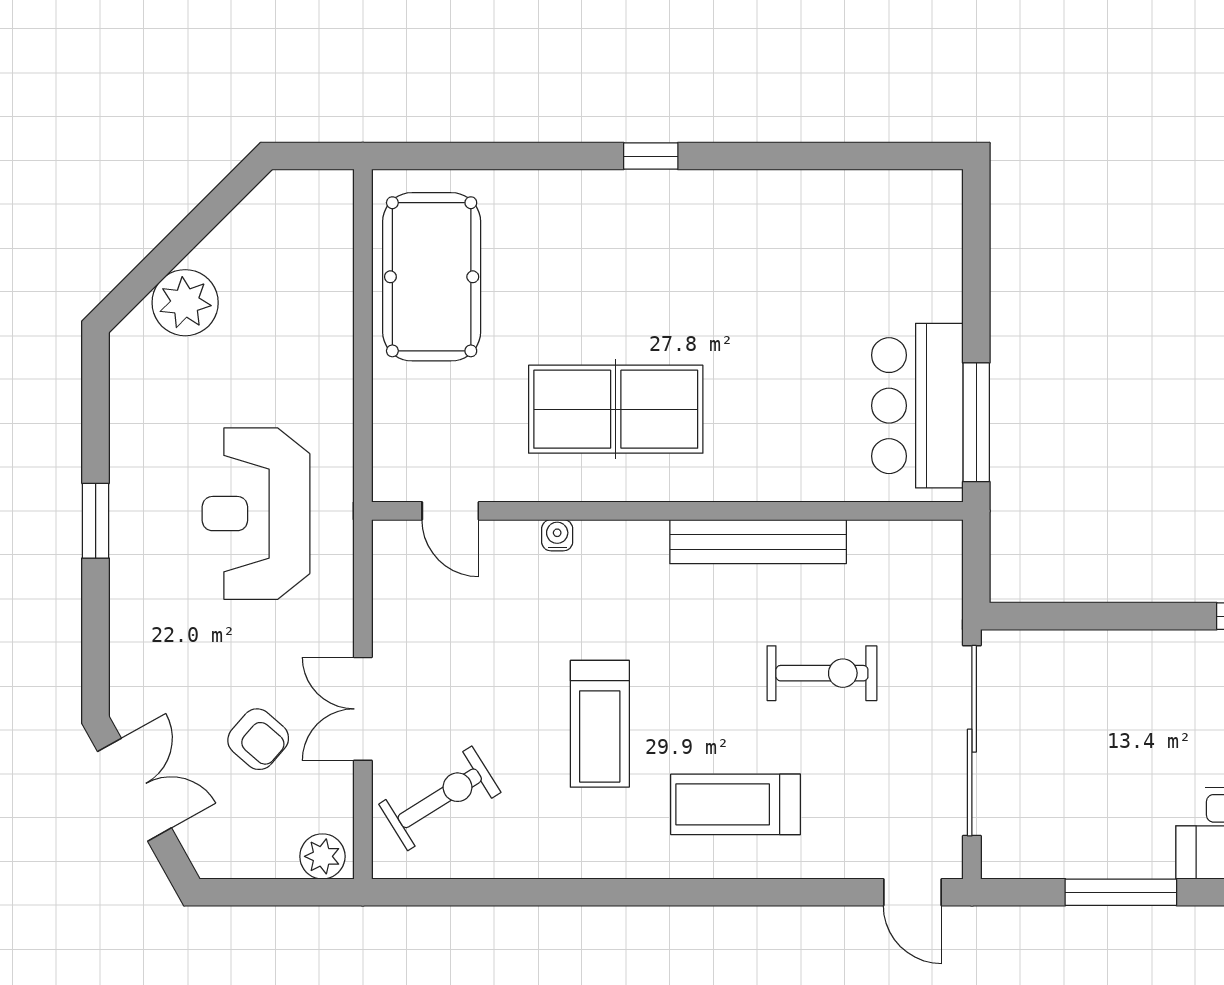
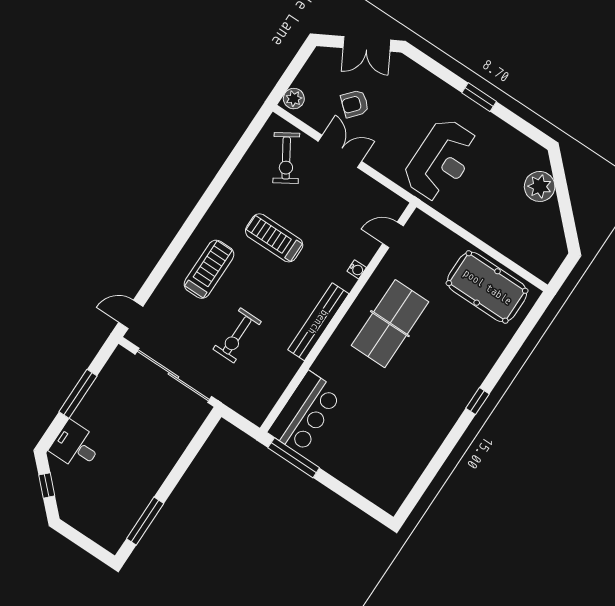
bar counter: (917, 406) -> (305, 413), moved, turned 90
reception desk: (256, 514) -> (441, 160), turned 90
bench: (758, 542) -> (318, 322), moved

